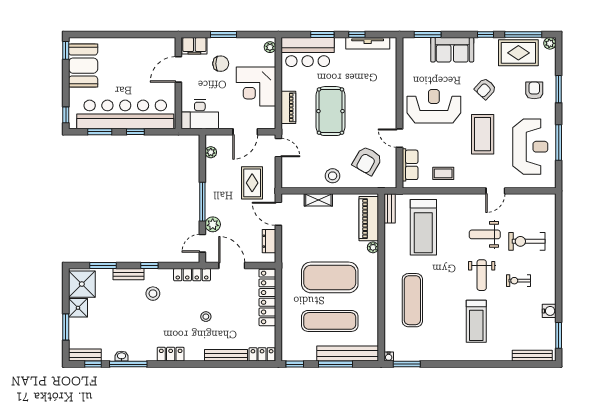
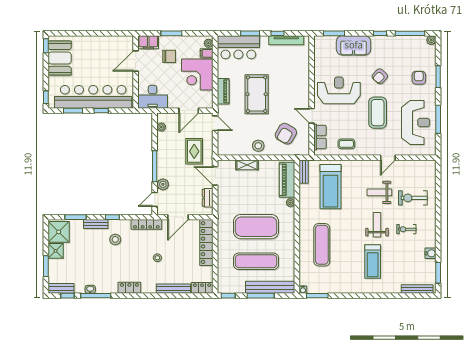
rug: (518, 53) -> (406, 48), removed
filing cabinet: (268, 60) -> (207, 53), added
door: (232, 265) -> (178, 217), swing flipped
weight bench: (482, 275) -> (377, 225), turned 180

